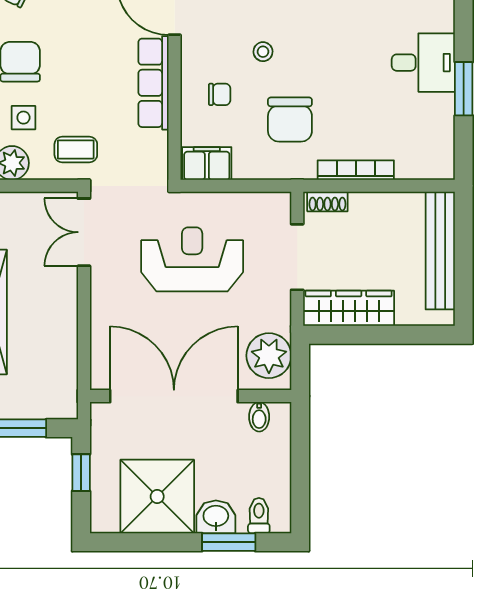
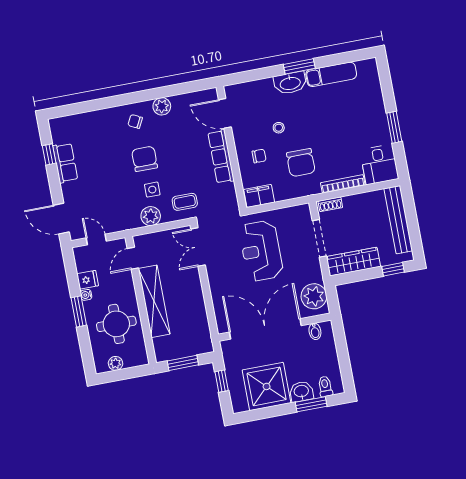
desk: (423, 63) -> (379, 164), moved, turned 90
reception desk: (192, 259) -> (261, 251), turned -90
window: (415, 335) -> (393, 269), added

